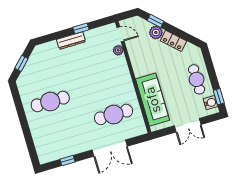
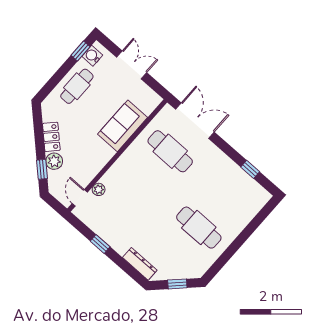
dresser: (71, 41) -> (140, 264), moved
sofa: (153, 100) -> (123, 126), width x0.73
double door: (110, 148) -> (195, 121), moved

